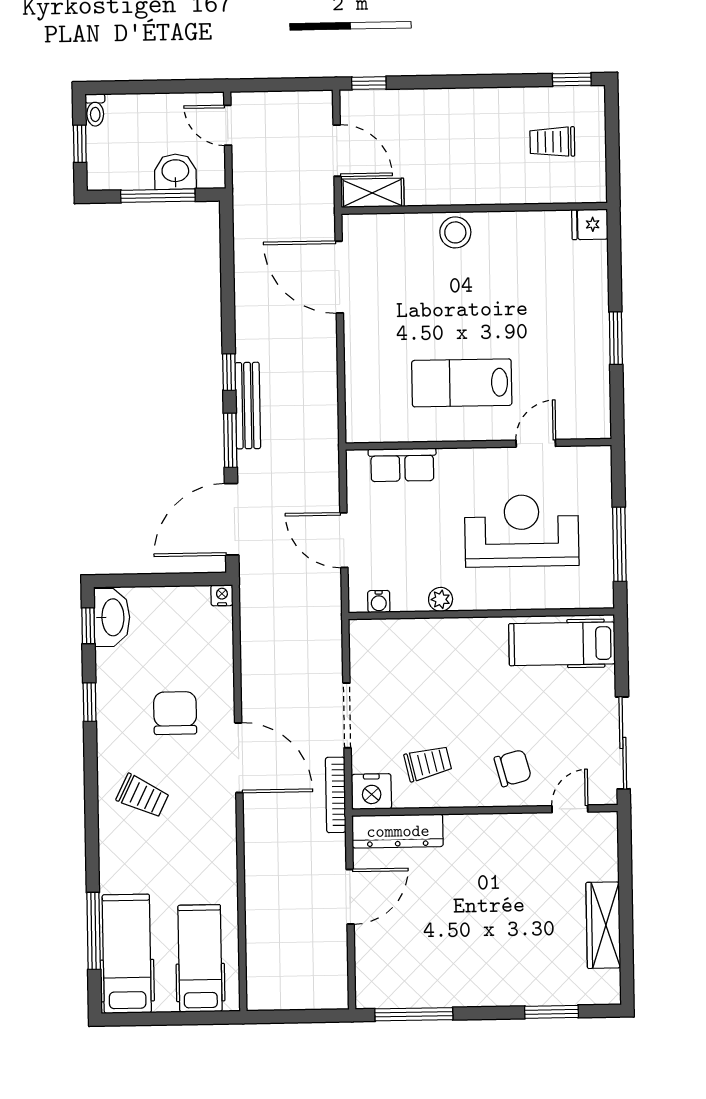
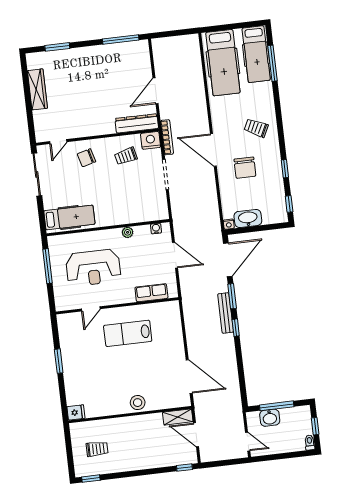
lab bench: (462, 383) -> (128, 333), turned 180
washbasin: (112, 617) -> (248, 218), moved, turned 90
hospital bed: (200, 958) -> (223, 63), width x1.37, depth x1.29

